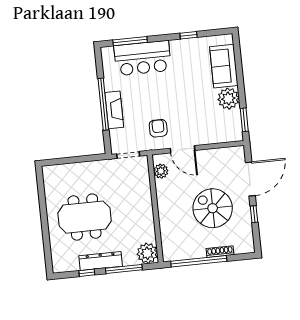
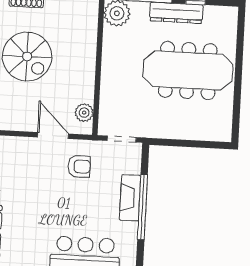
armchair: (158, 128) -> (79, 166), turned -90
meeting table: (85, 217) -> (188, 70), width x1.36

